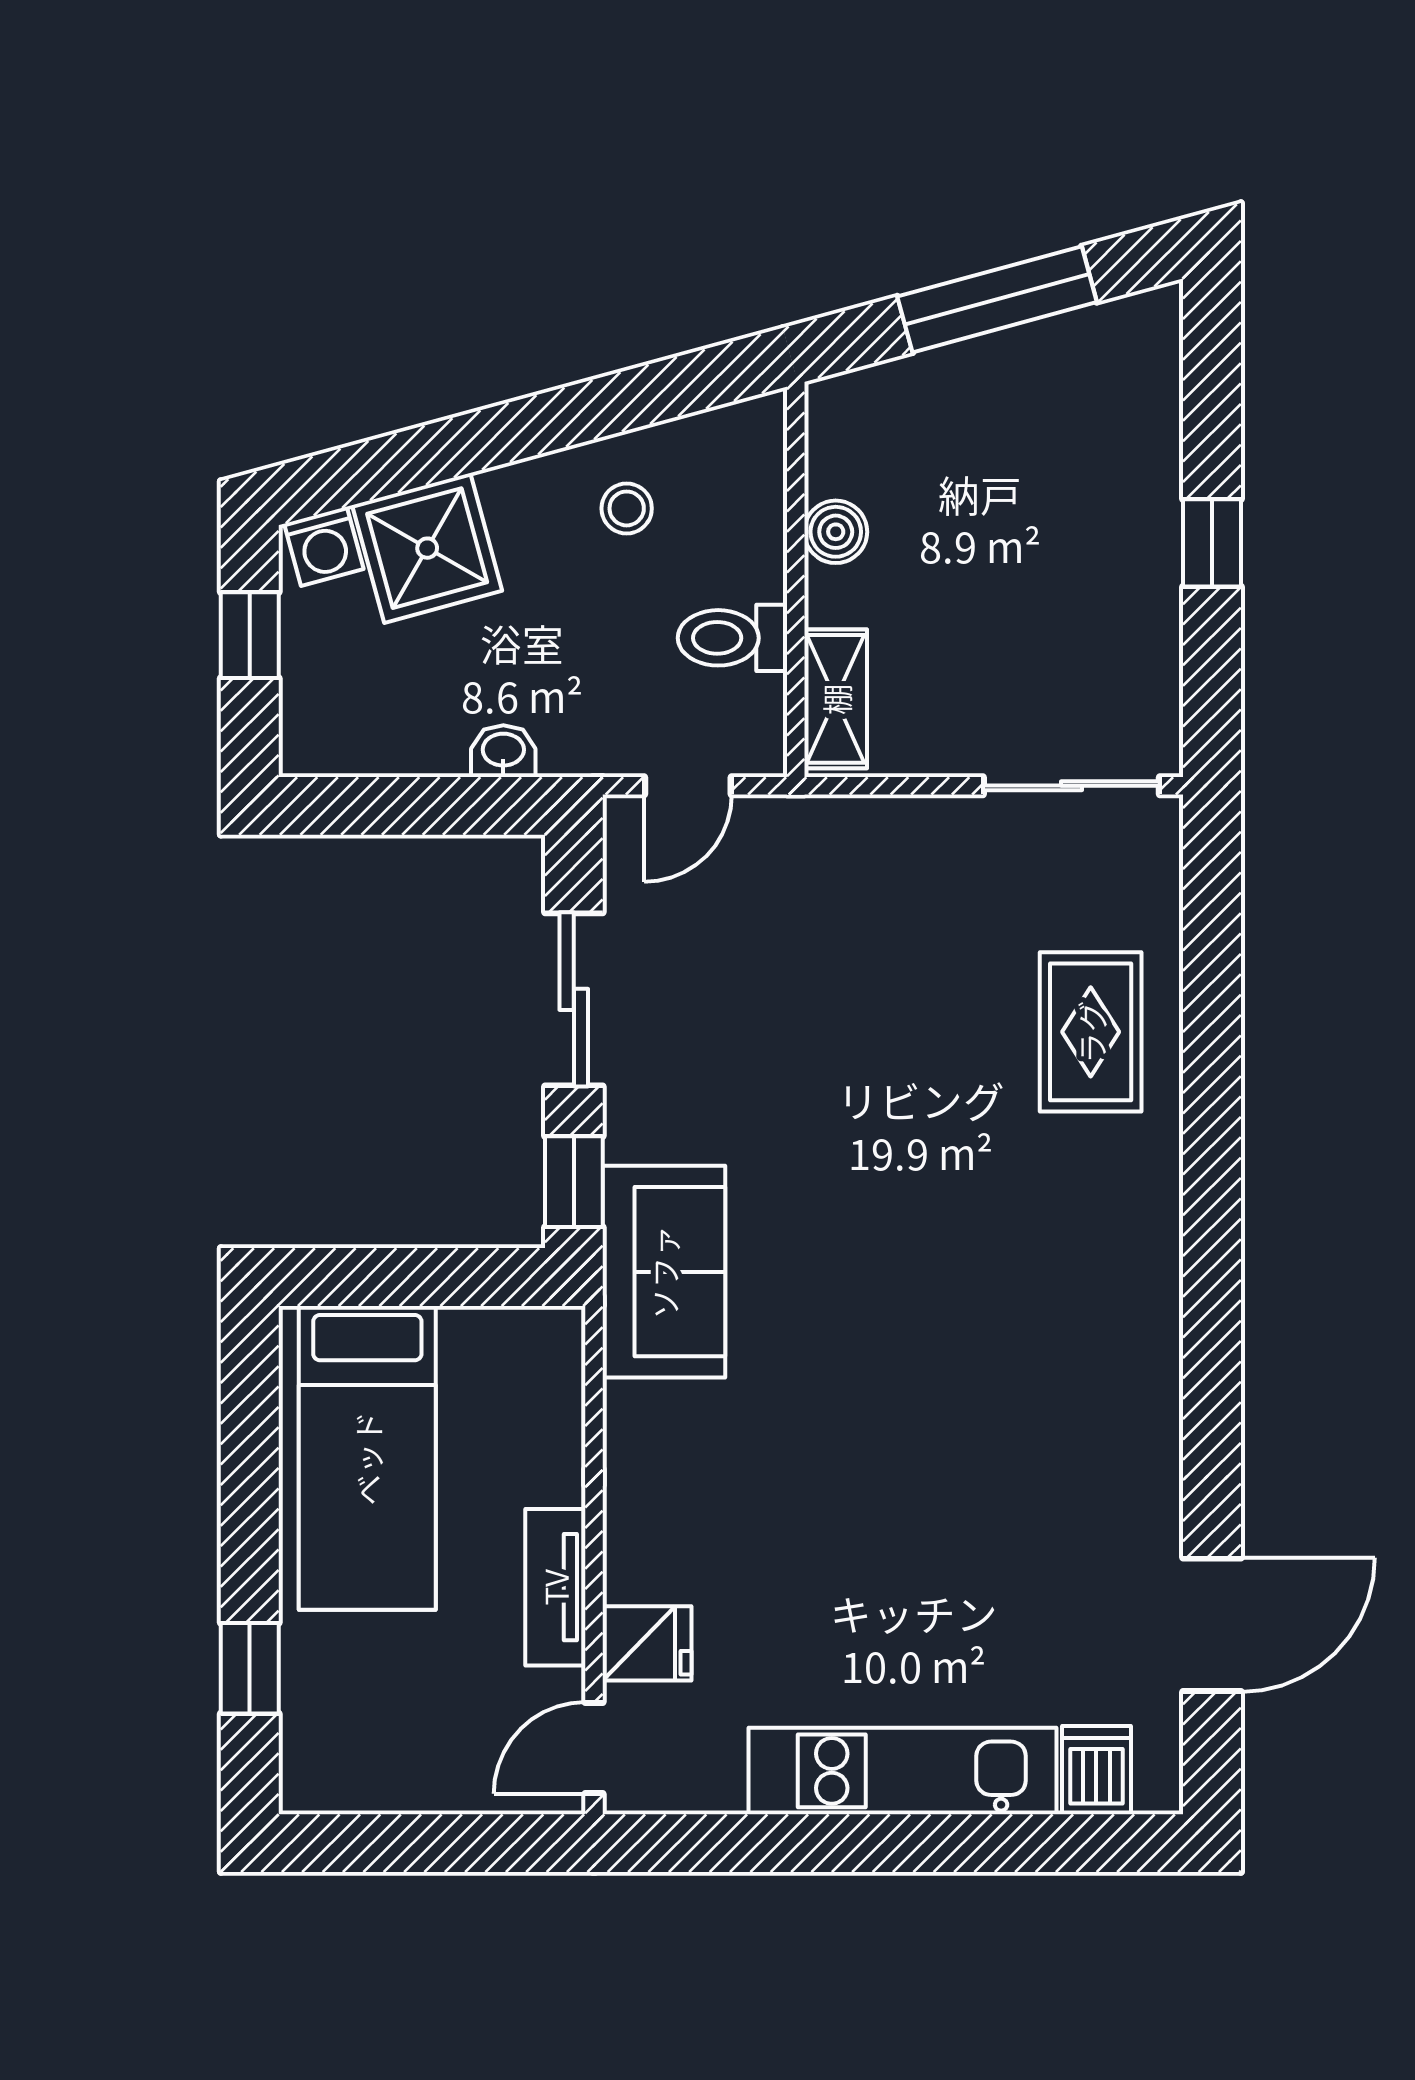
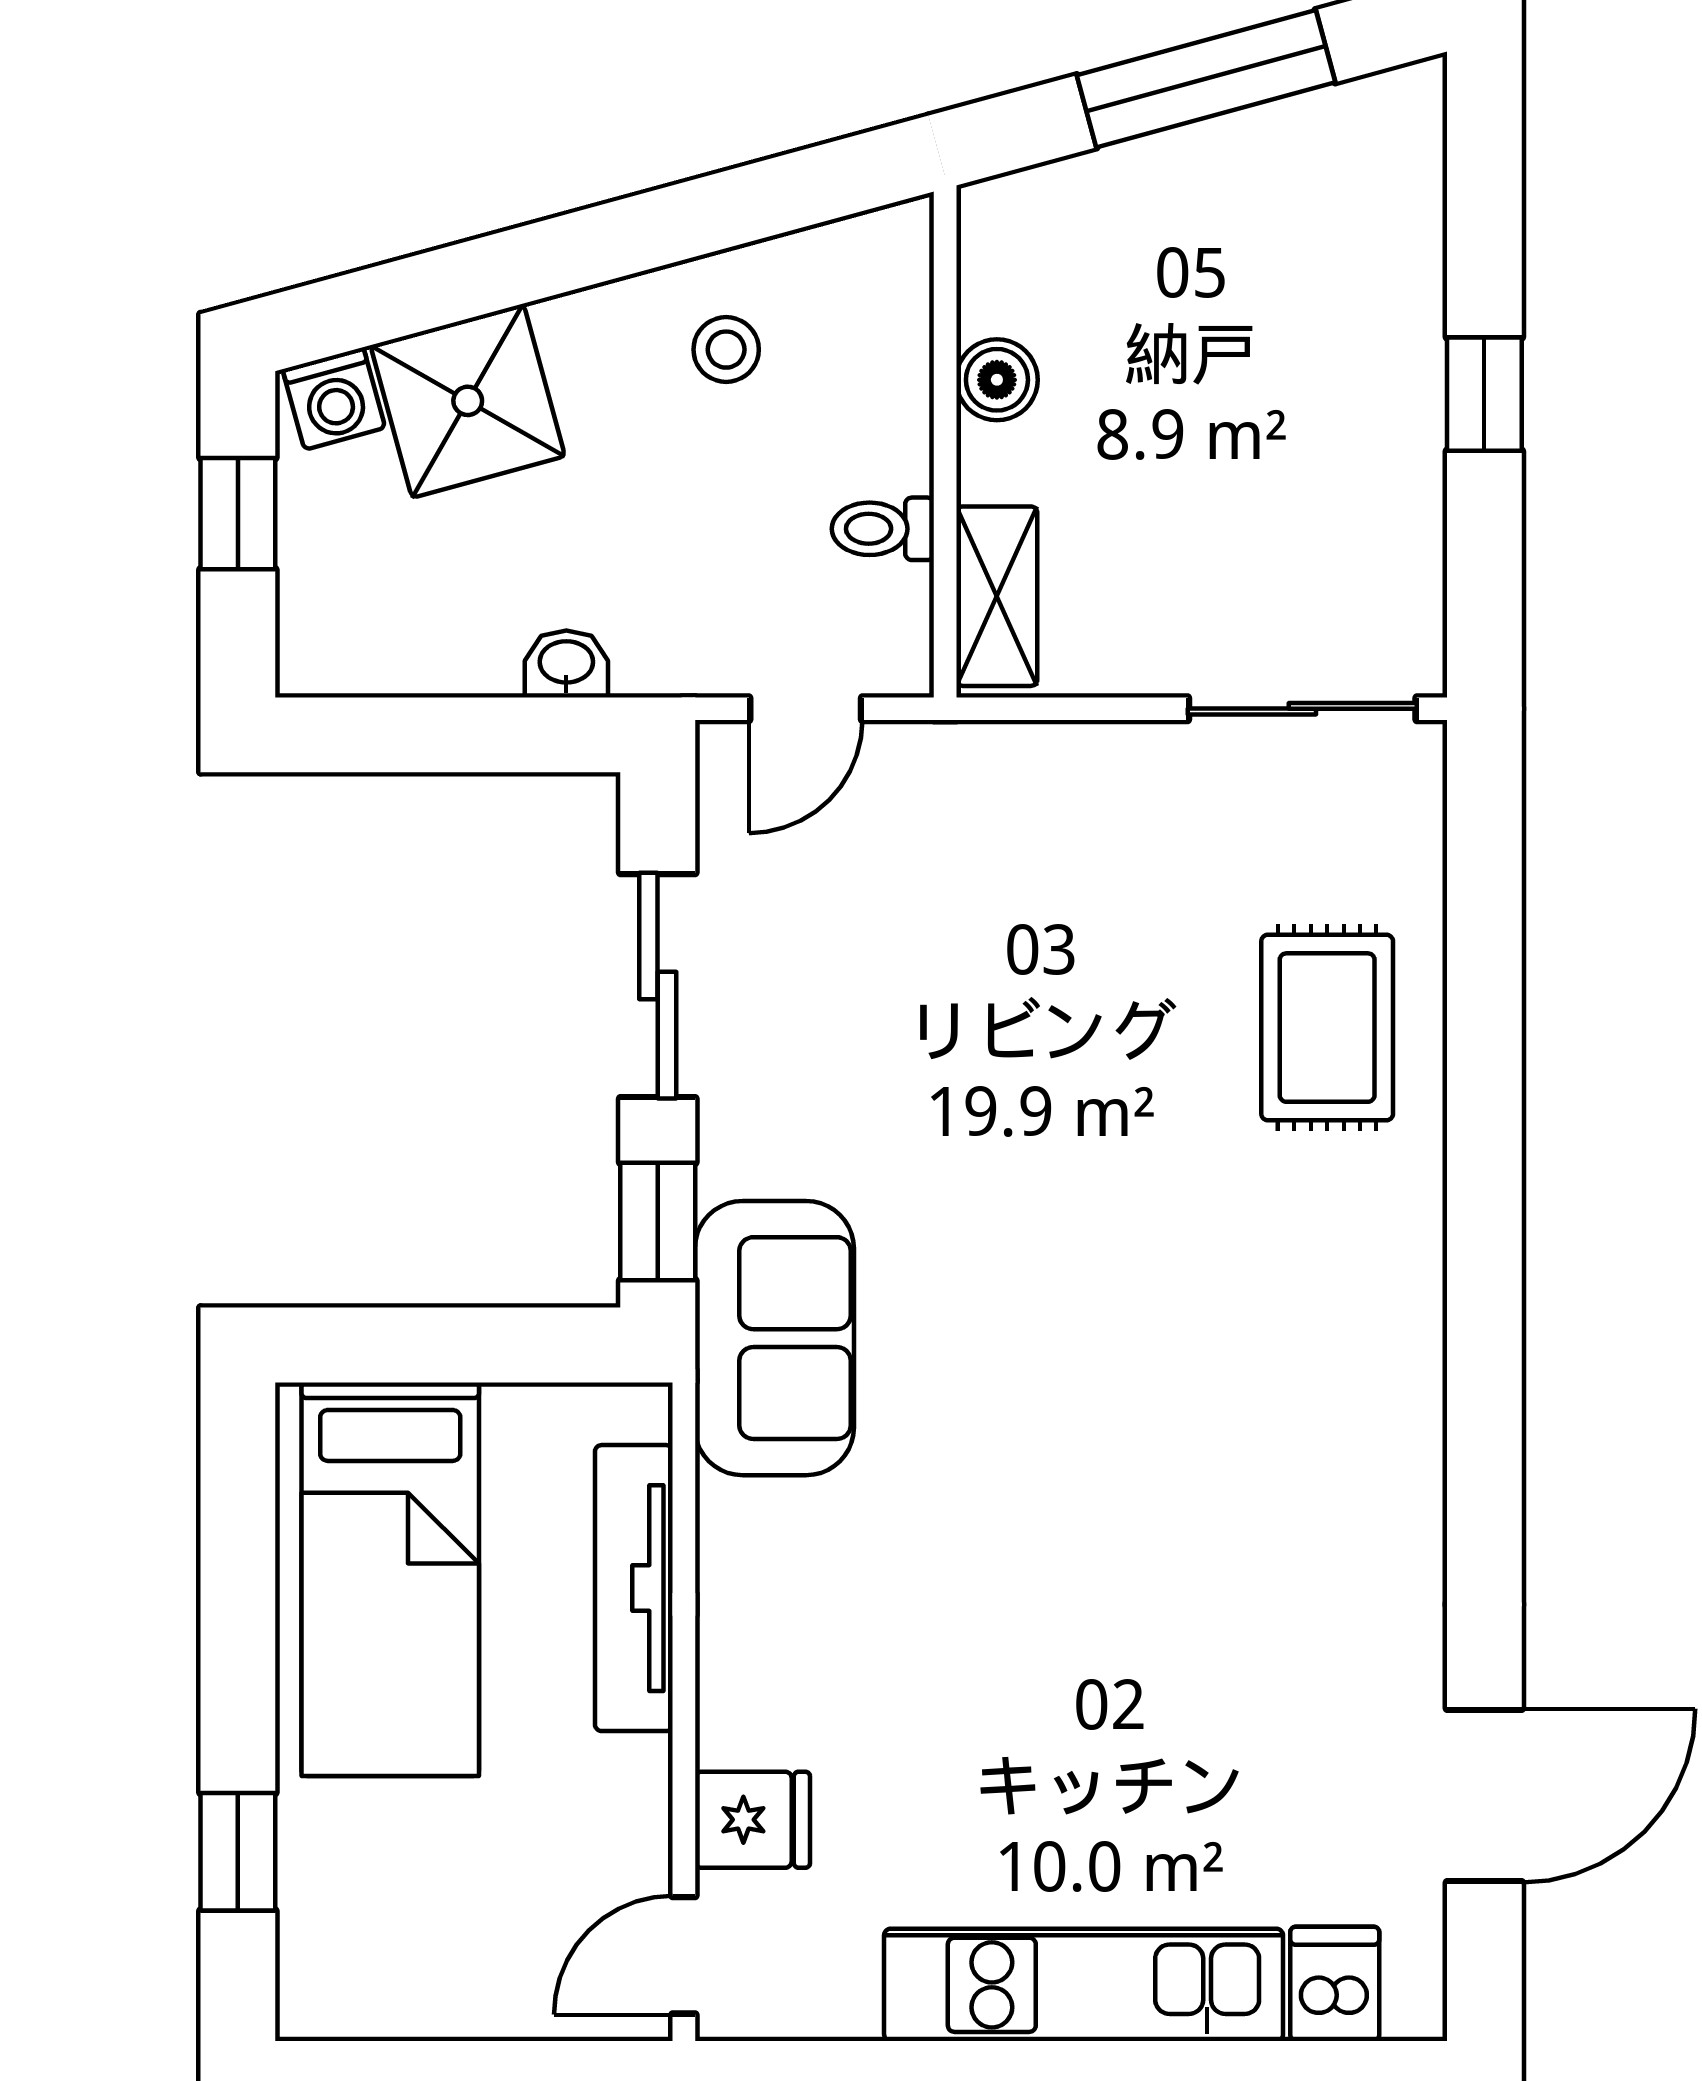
toilet: (732, 638) -> (883, 529), width x0.73, depth x0.72
tv unit: (555, 1587) -> (634, 1588), moved, width x1.41

